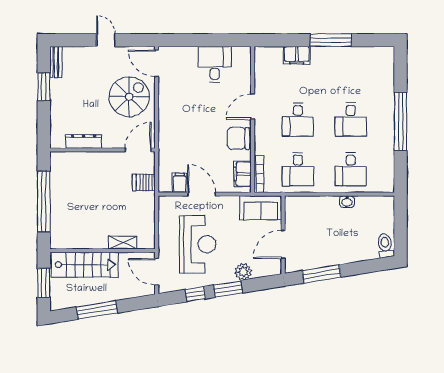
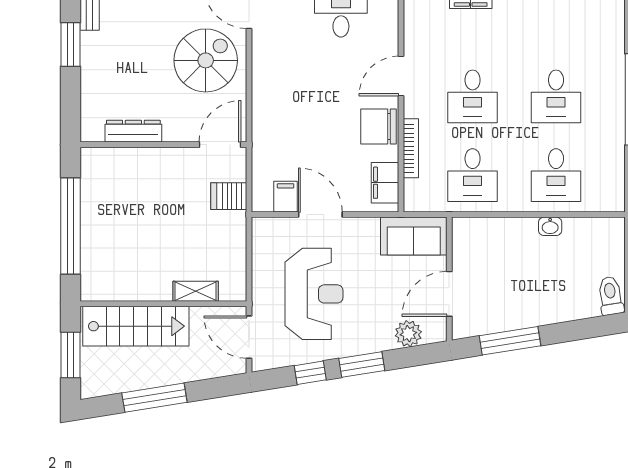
bookcase: (259, 174) -> (411, 148), moved
plant: (243, 272) -> (408, 334), moved

